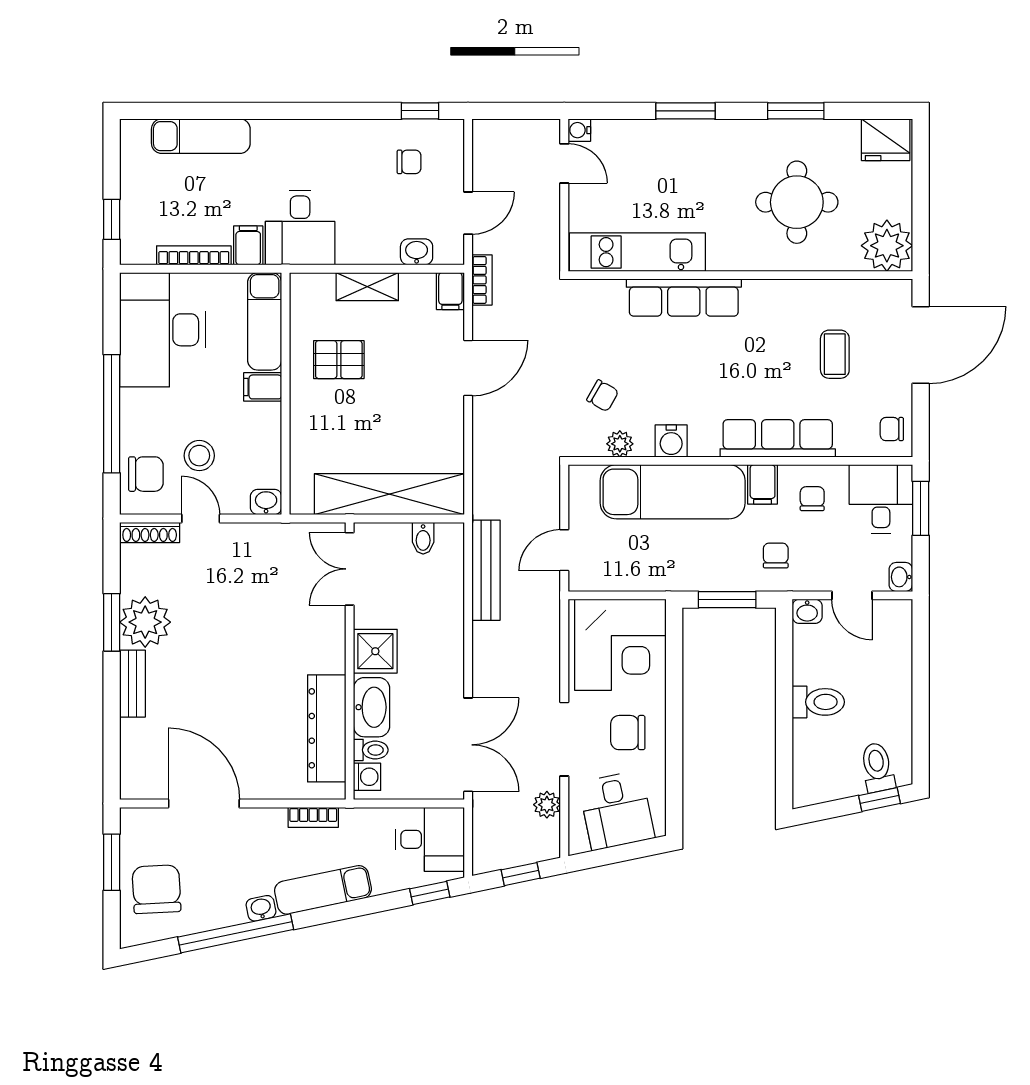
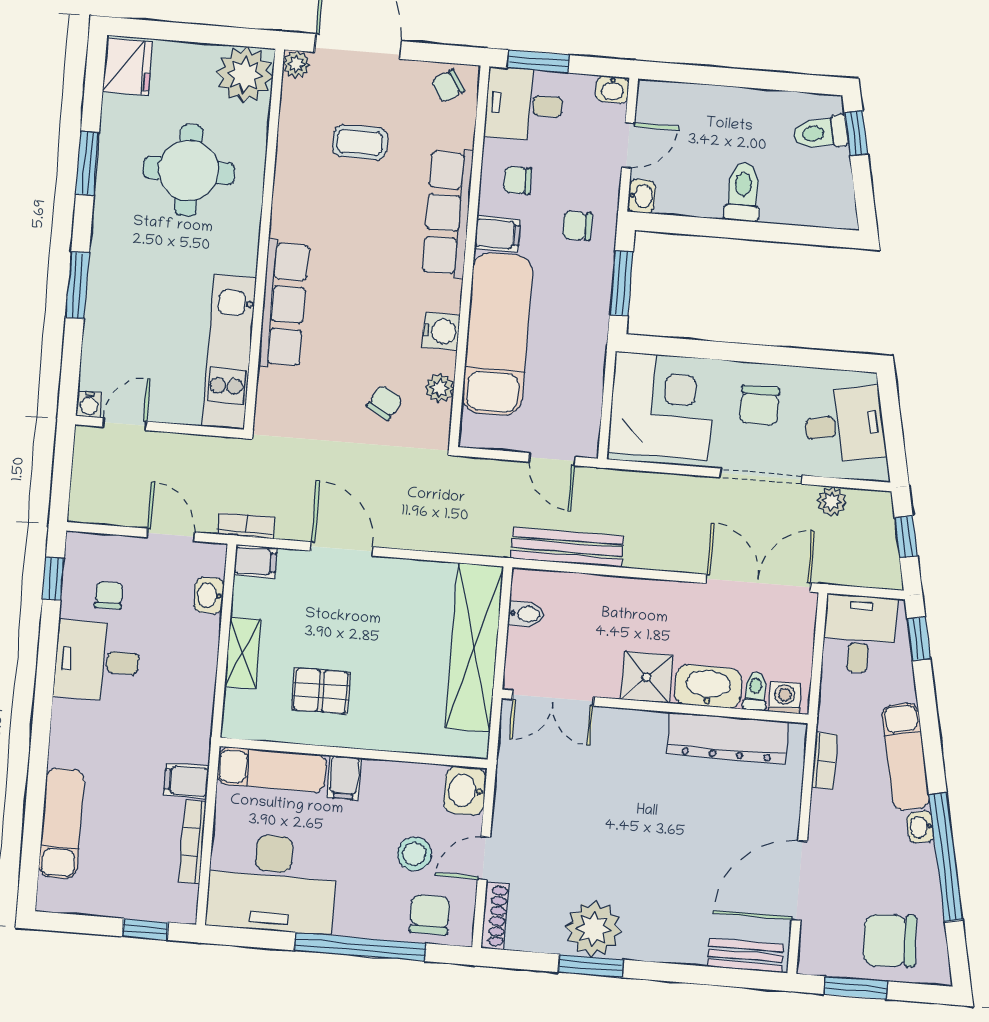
desk: (300, 227) -> (97, 661), moved, turned 180
plant: (900, 291) -> (296, 64), added
pallet: (339, 360) -> (321, 691), turned 90
chair: (892, 429) -> (448, 86), turned 57
washbasin: (266, 502) -> (465, 790), width x1.38, depth x1.45
bench: (132, 684) -> (745, 956), moved

